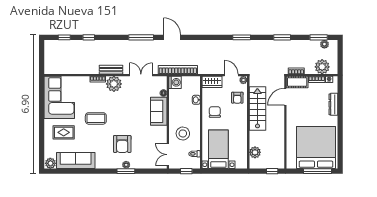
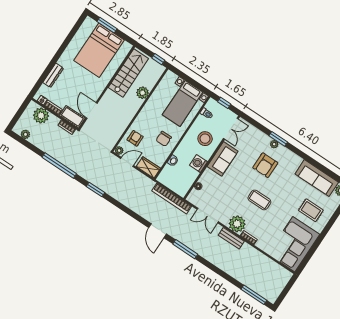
window: (64, 37) -> (254, 295), width x2.17
window: (89, 37) -> (232, 280), removed
window: (282, 37) -> (59, 165), width x2.11
window: (319, 37) -> (27, 144), removed
door: (231, 75) -> (127, 162), swing flipped
washing machine: (175, 82) -> (199, 163), moved
door: (285, 97) -> (92, 111), swing flipped
stairs: (257, 109) -> (128, 73), moved, turned 180
sofa: (159, 111) -> (223, 159), moved
coffee table: (96, 118) -> (259, 200), moved
armchair: (122, 144) -> (265, 165), turned 180
bed: (316, 147) -> (99, 50), width x0.73
plant: (255, 152) -> (143, 93), moved
window: (272, 171) -> (158, 59), moved
window: (317, 171) -> (107, 25), width x0.69

